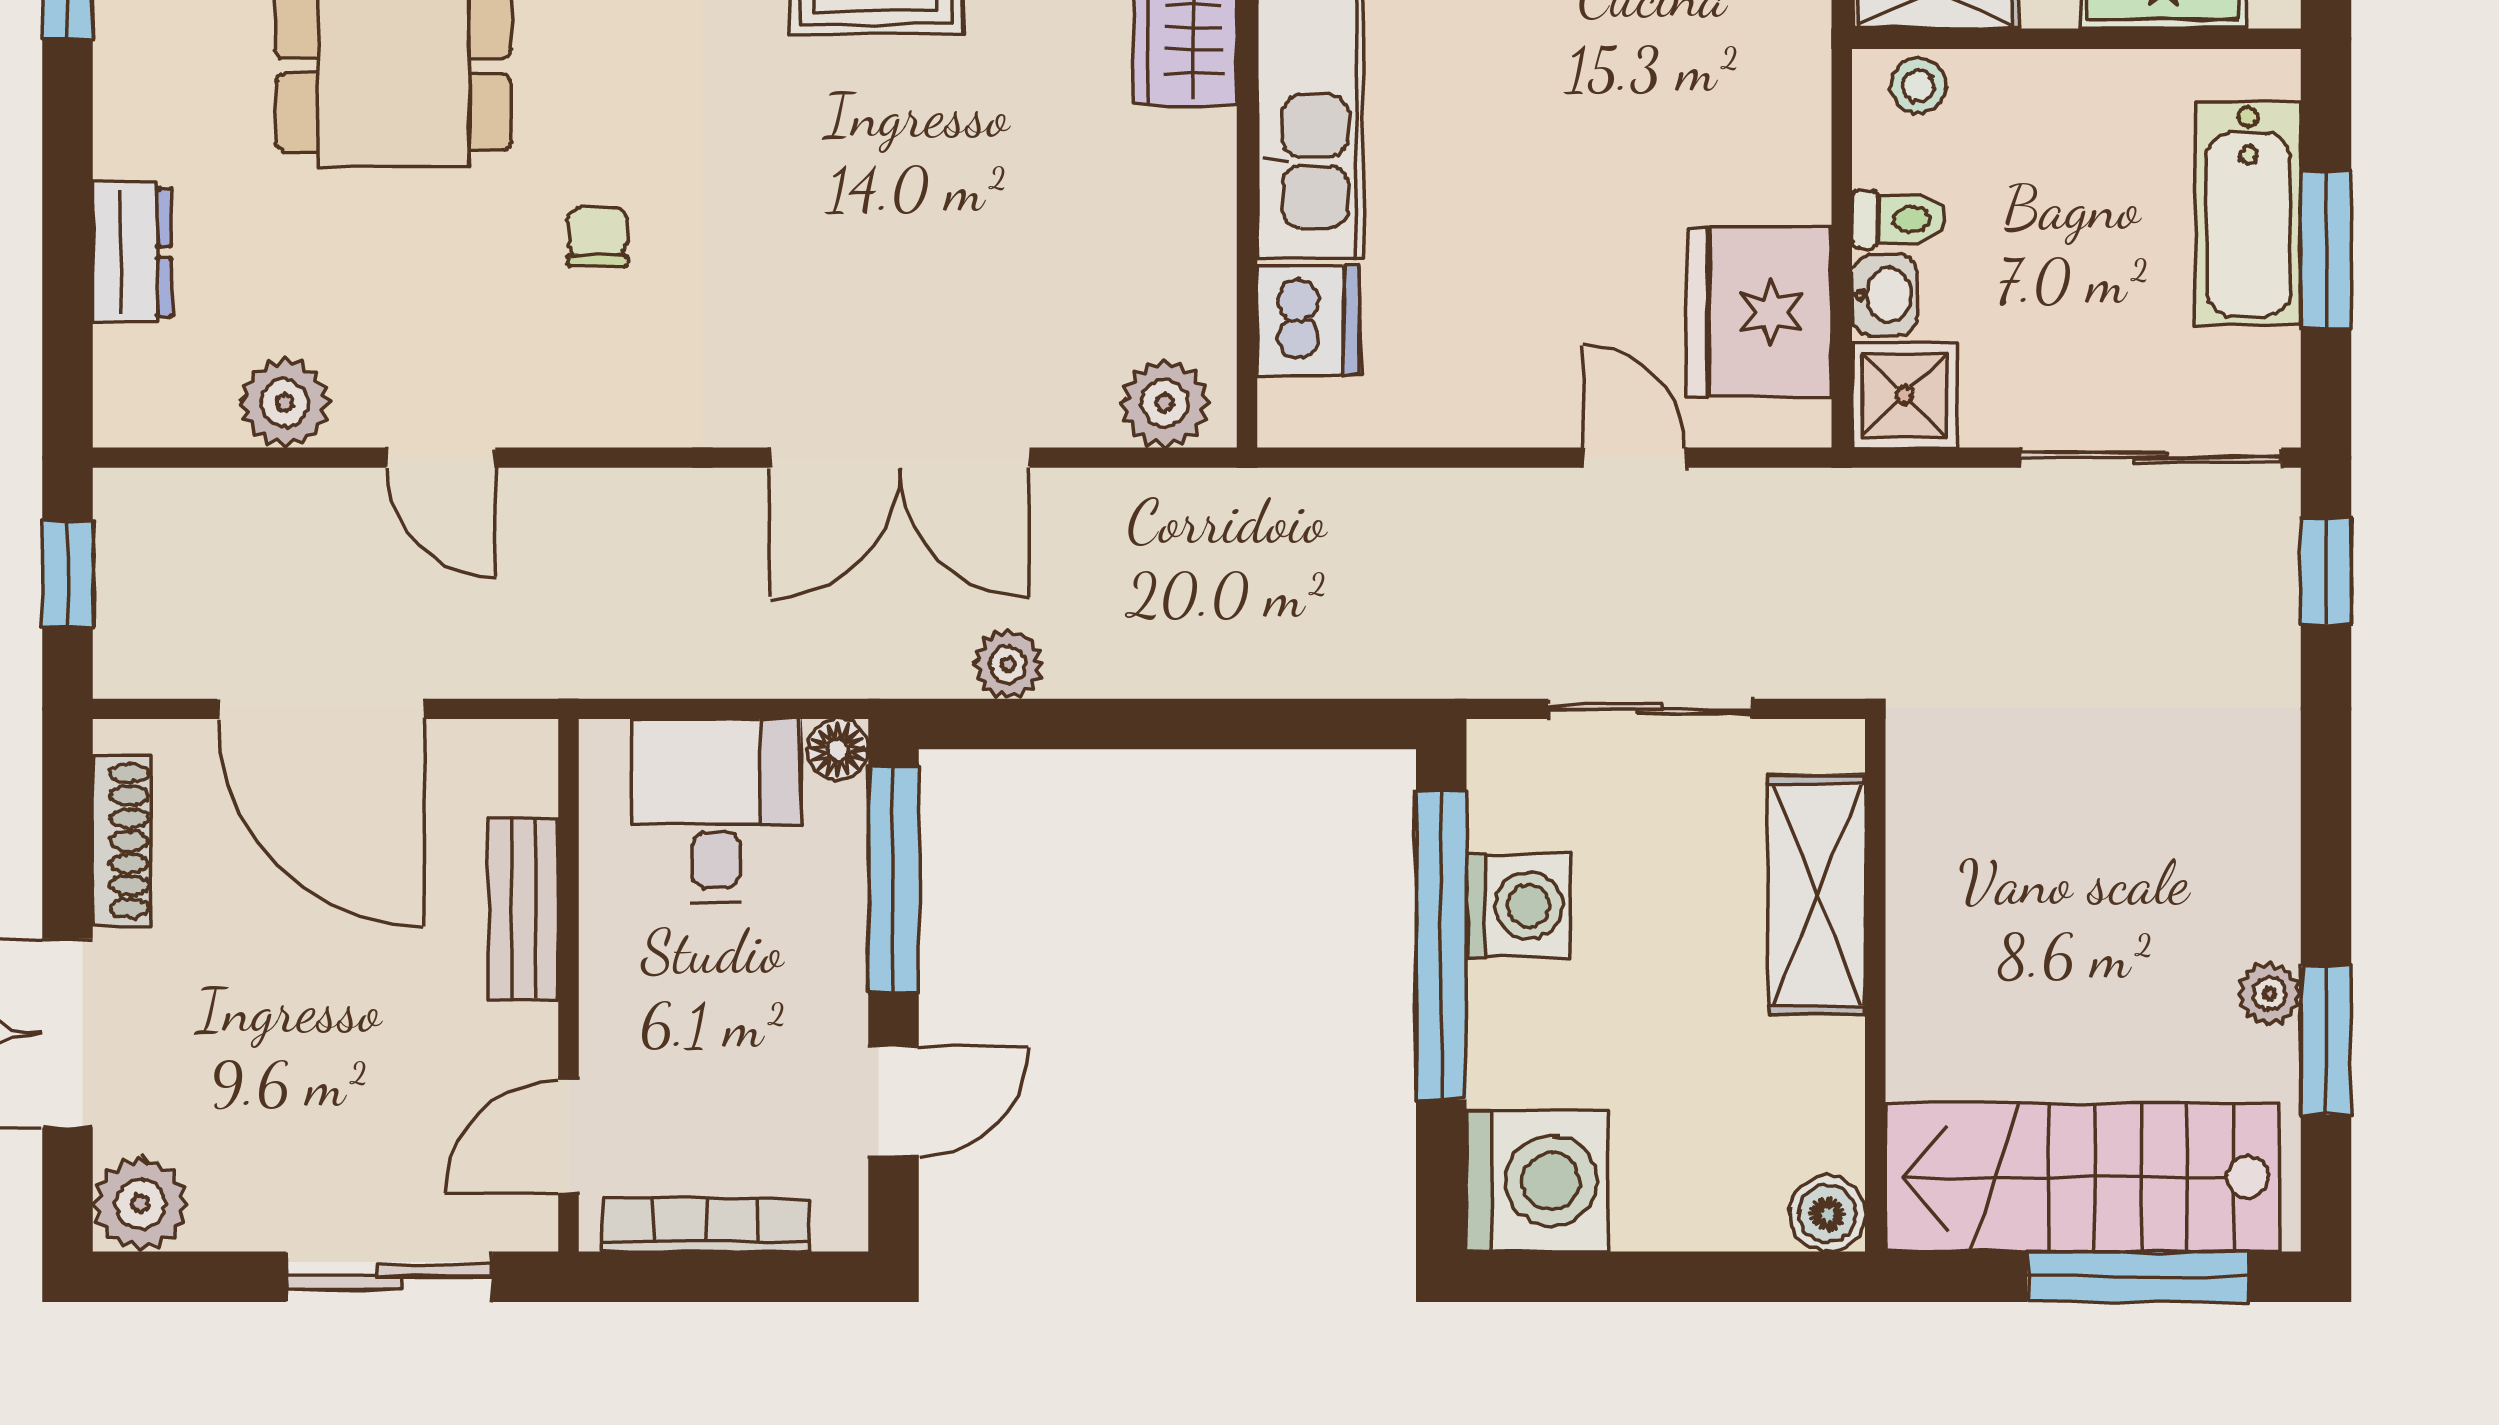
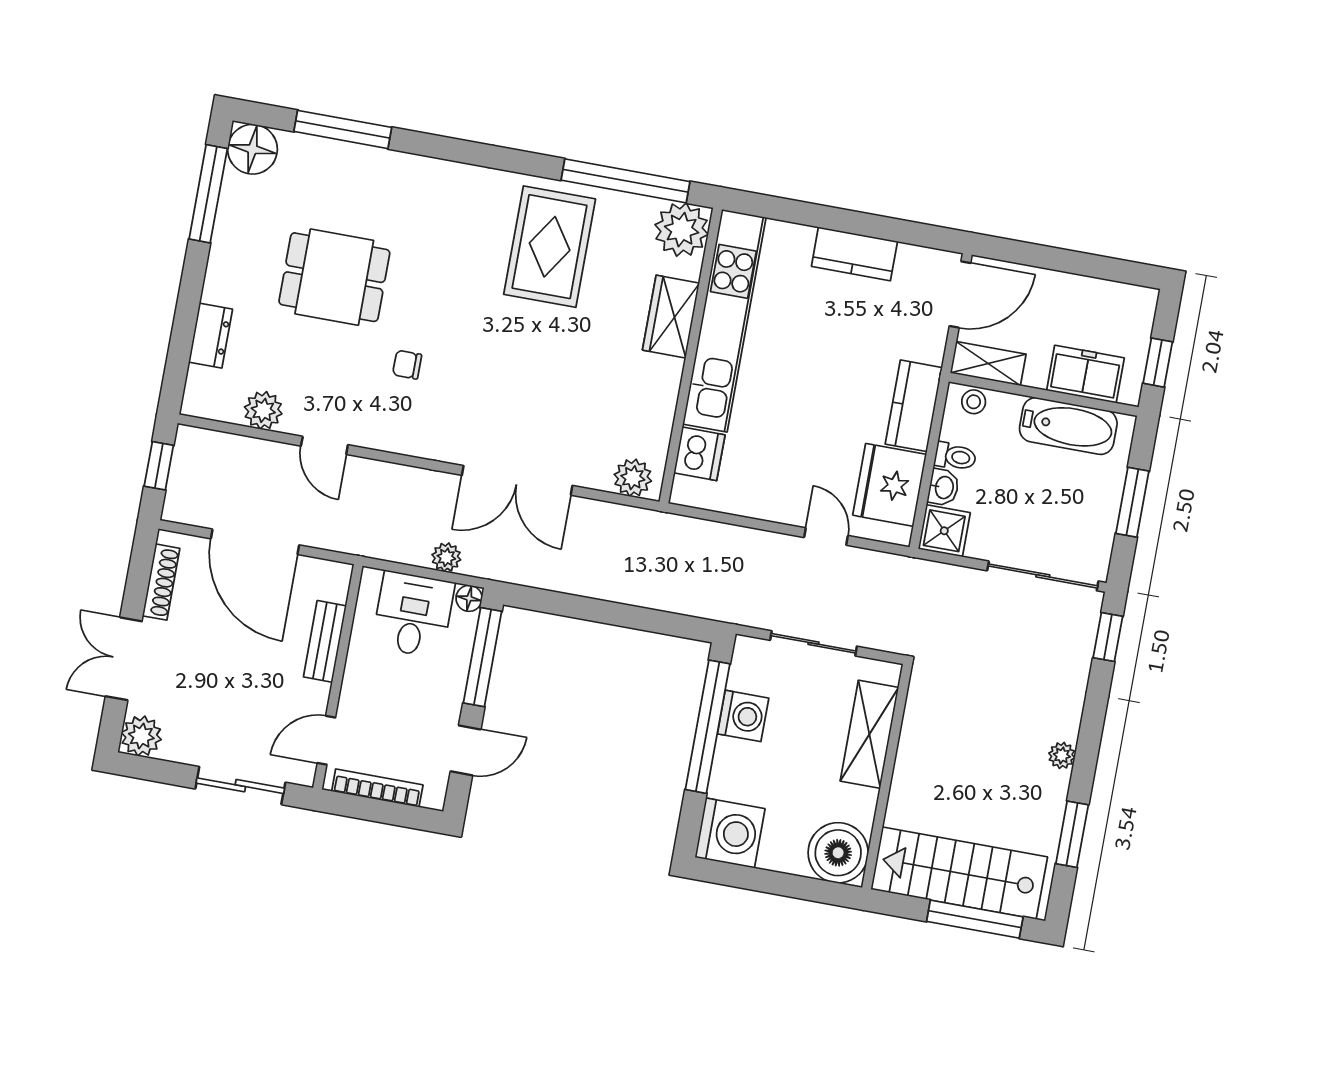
kitchen counter: (1782, 120) -> (914, 406), added
bathtub: (2248, 213) -> (1068, 426), moved, turned -90
chair: (597, 237) -> (407, 365), turned -90
plant: (1008, 664) -> (446, 557), moved
plant: (2269, 994) -> (1062, 755), moved
boiler: (1827, 1214) -> (838, 853), width x1.86, depth x1.86

